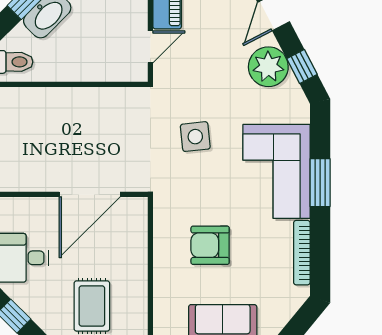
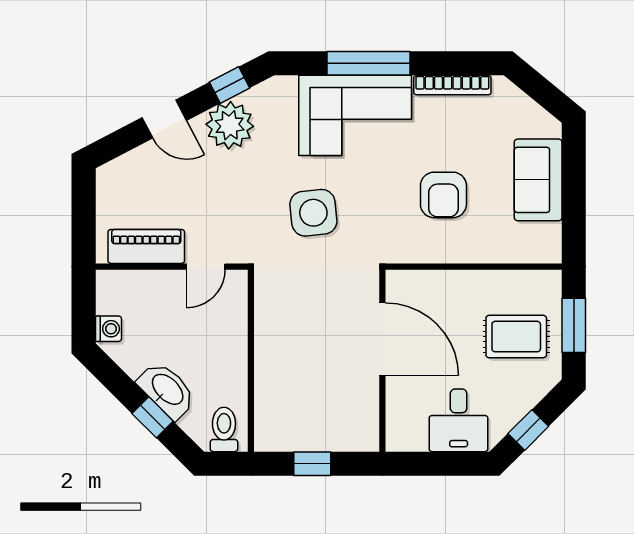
door: (150, 47) -> (206, 267), swing flipped
side table: (195, 137) -> (313, 213), width x1.37, depth x1.37
window: (320, 183) -> (369, 63), width x1.44

